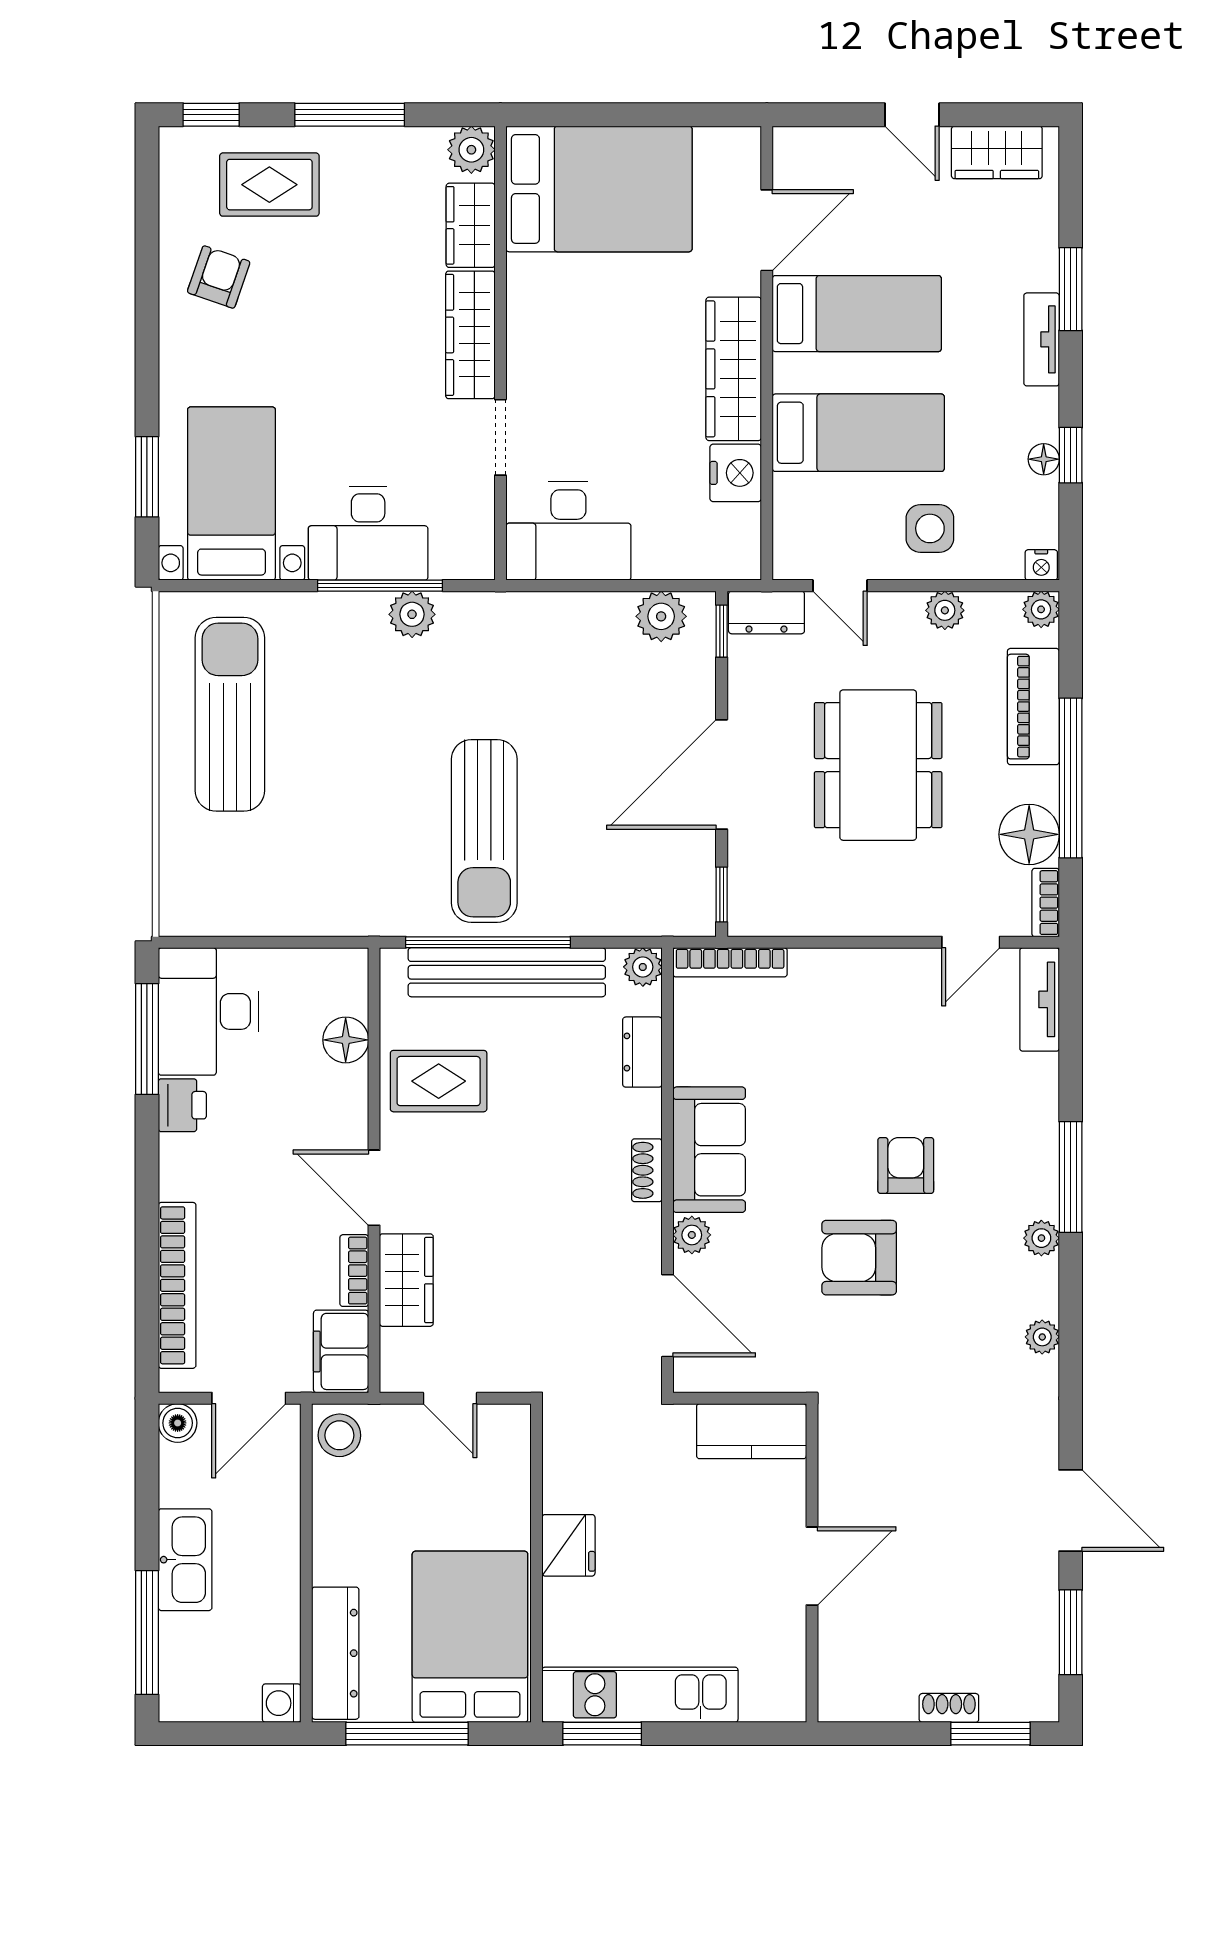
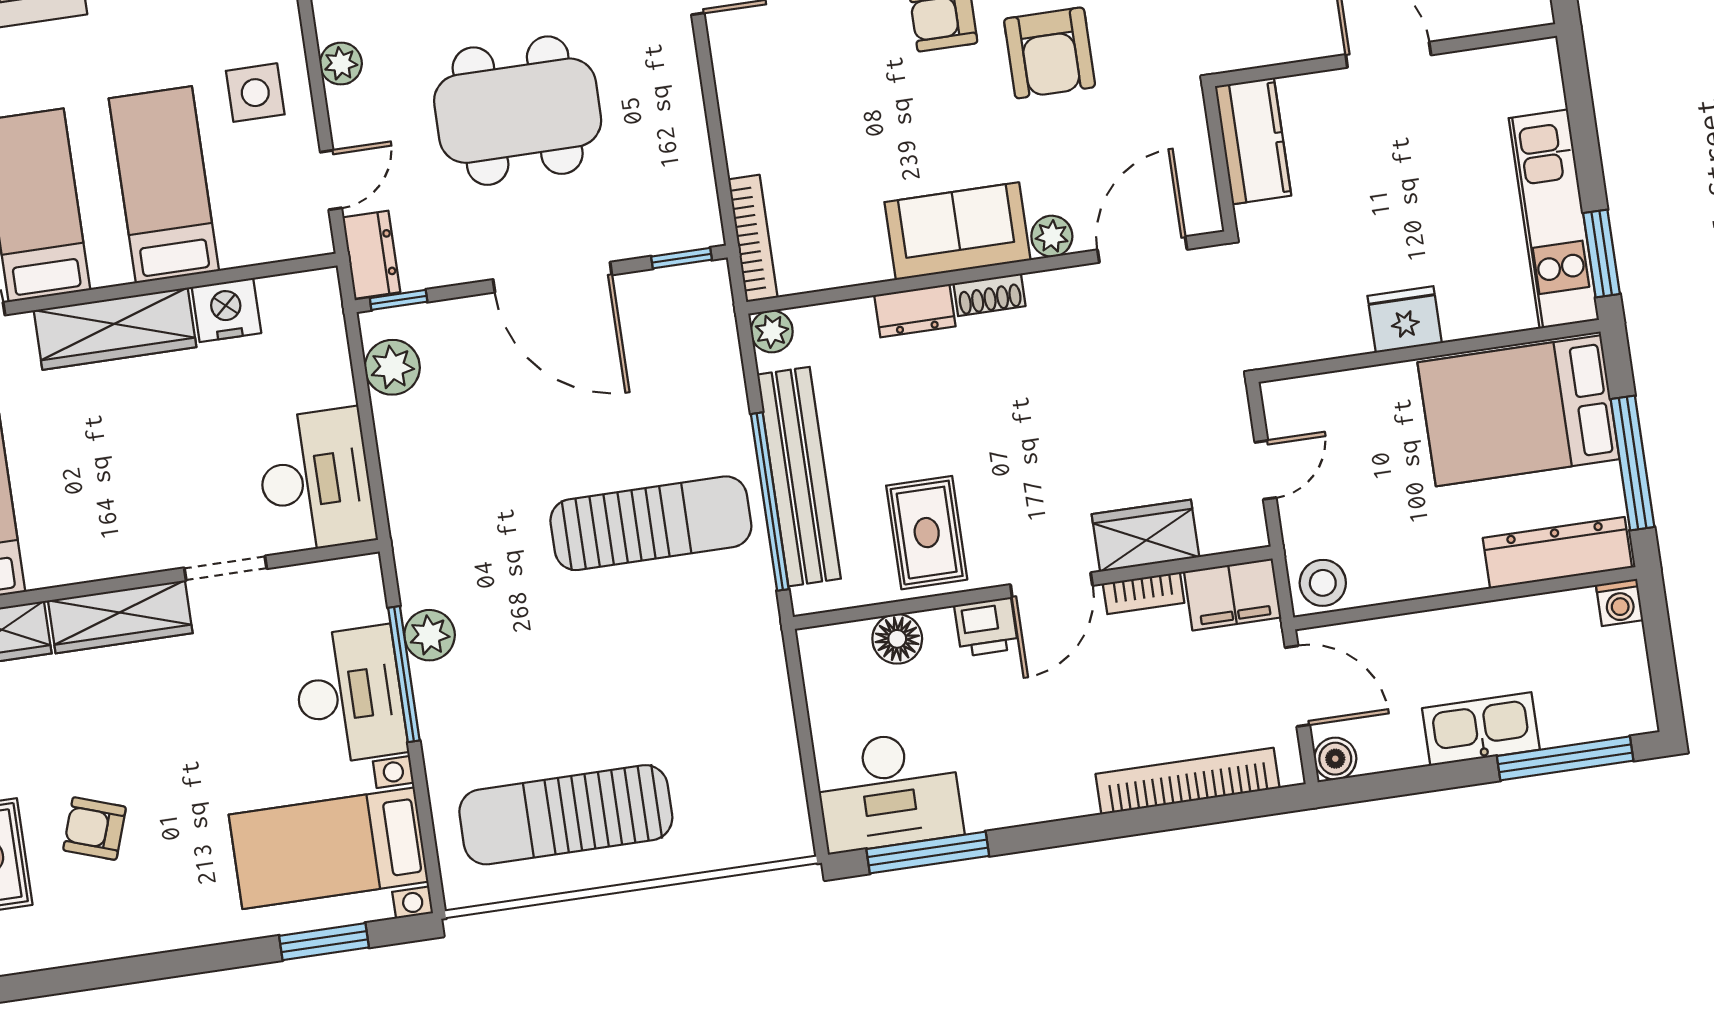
armchair: (219, 277) -> (95, 829), moved
dresser: (642, 1052) -> (915, 311), moved
printer: (182, 1105) -> (986, 627), moved, turned 180

